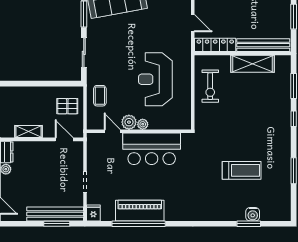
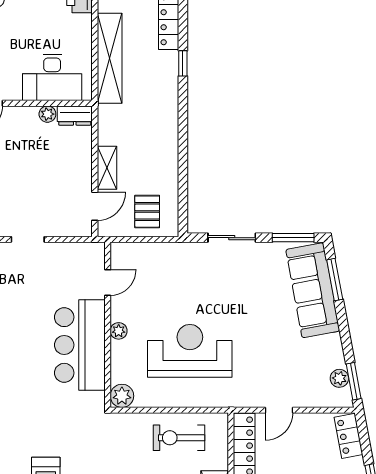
coffee table: (100, 96) -> (164, 263), removed
plant: (129, 122) -> (122, 396), moved
shelving: (29, 132) -> (107, 168), moved

